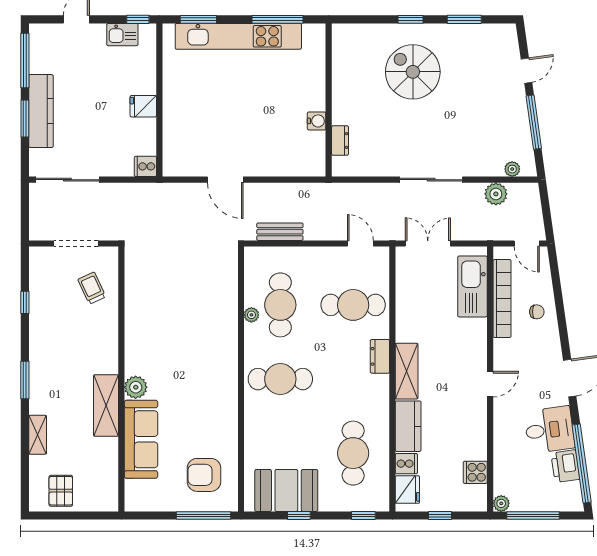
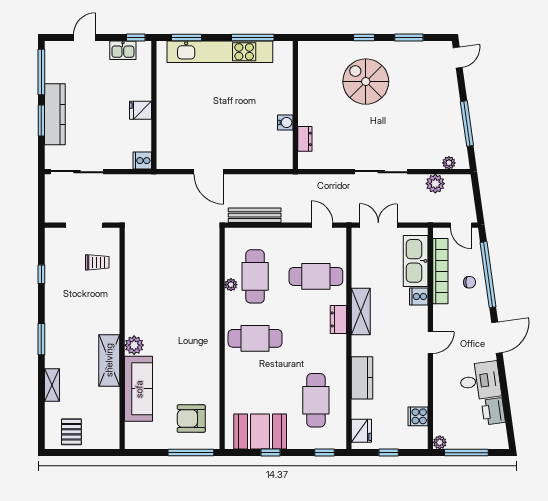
door: (527, 71) -> (458, 58), moved
bench: (280, 232) -> (255, 215), width x1.36
trolley: (92, 288) -> (97, 262), turned 115
shelving: (407, 371) -> (361, 312), moved
window: (582, 463) -> (488, 275), moved
cooker: (406, 464) -> (419, 297), moved, turned 180

